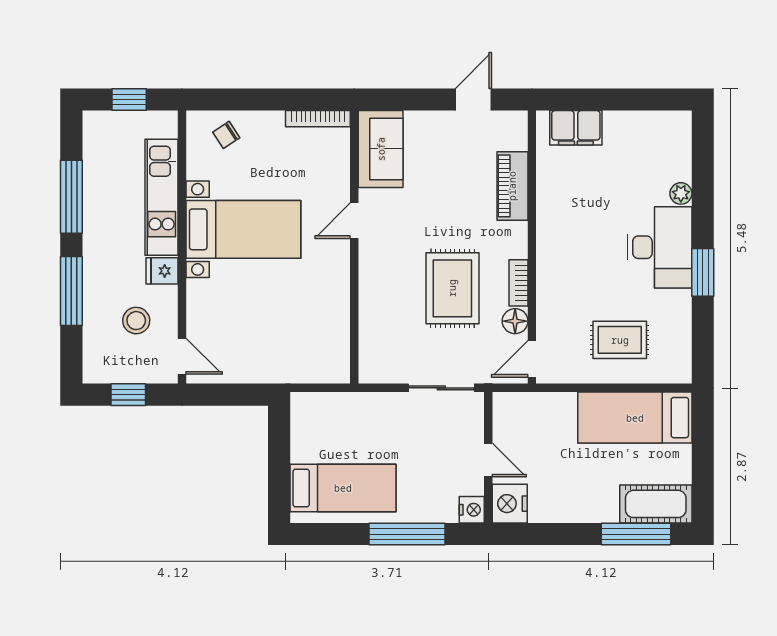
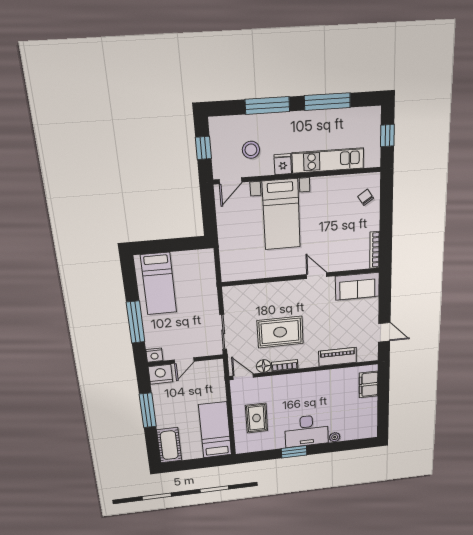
bed with nightstands: (243, 229) -> (281, 215), moved
window: (636, 534) -> (148, 410), moved

